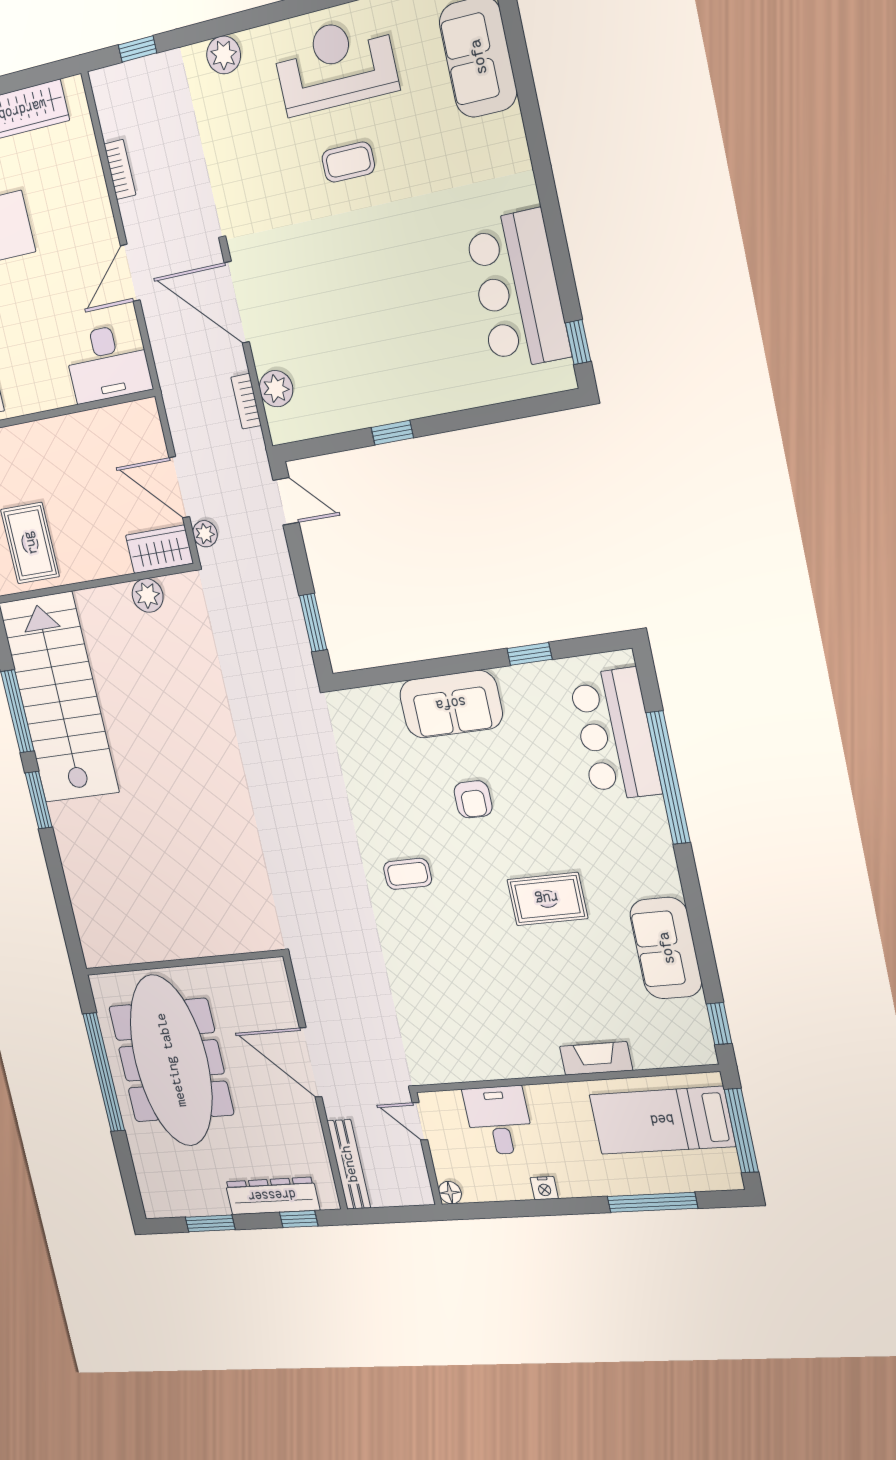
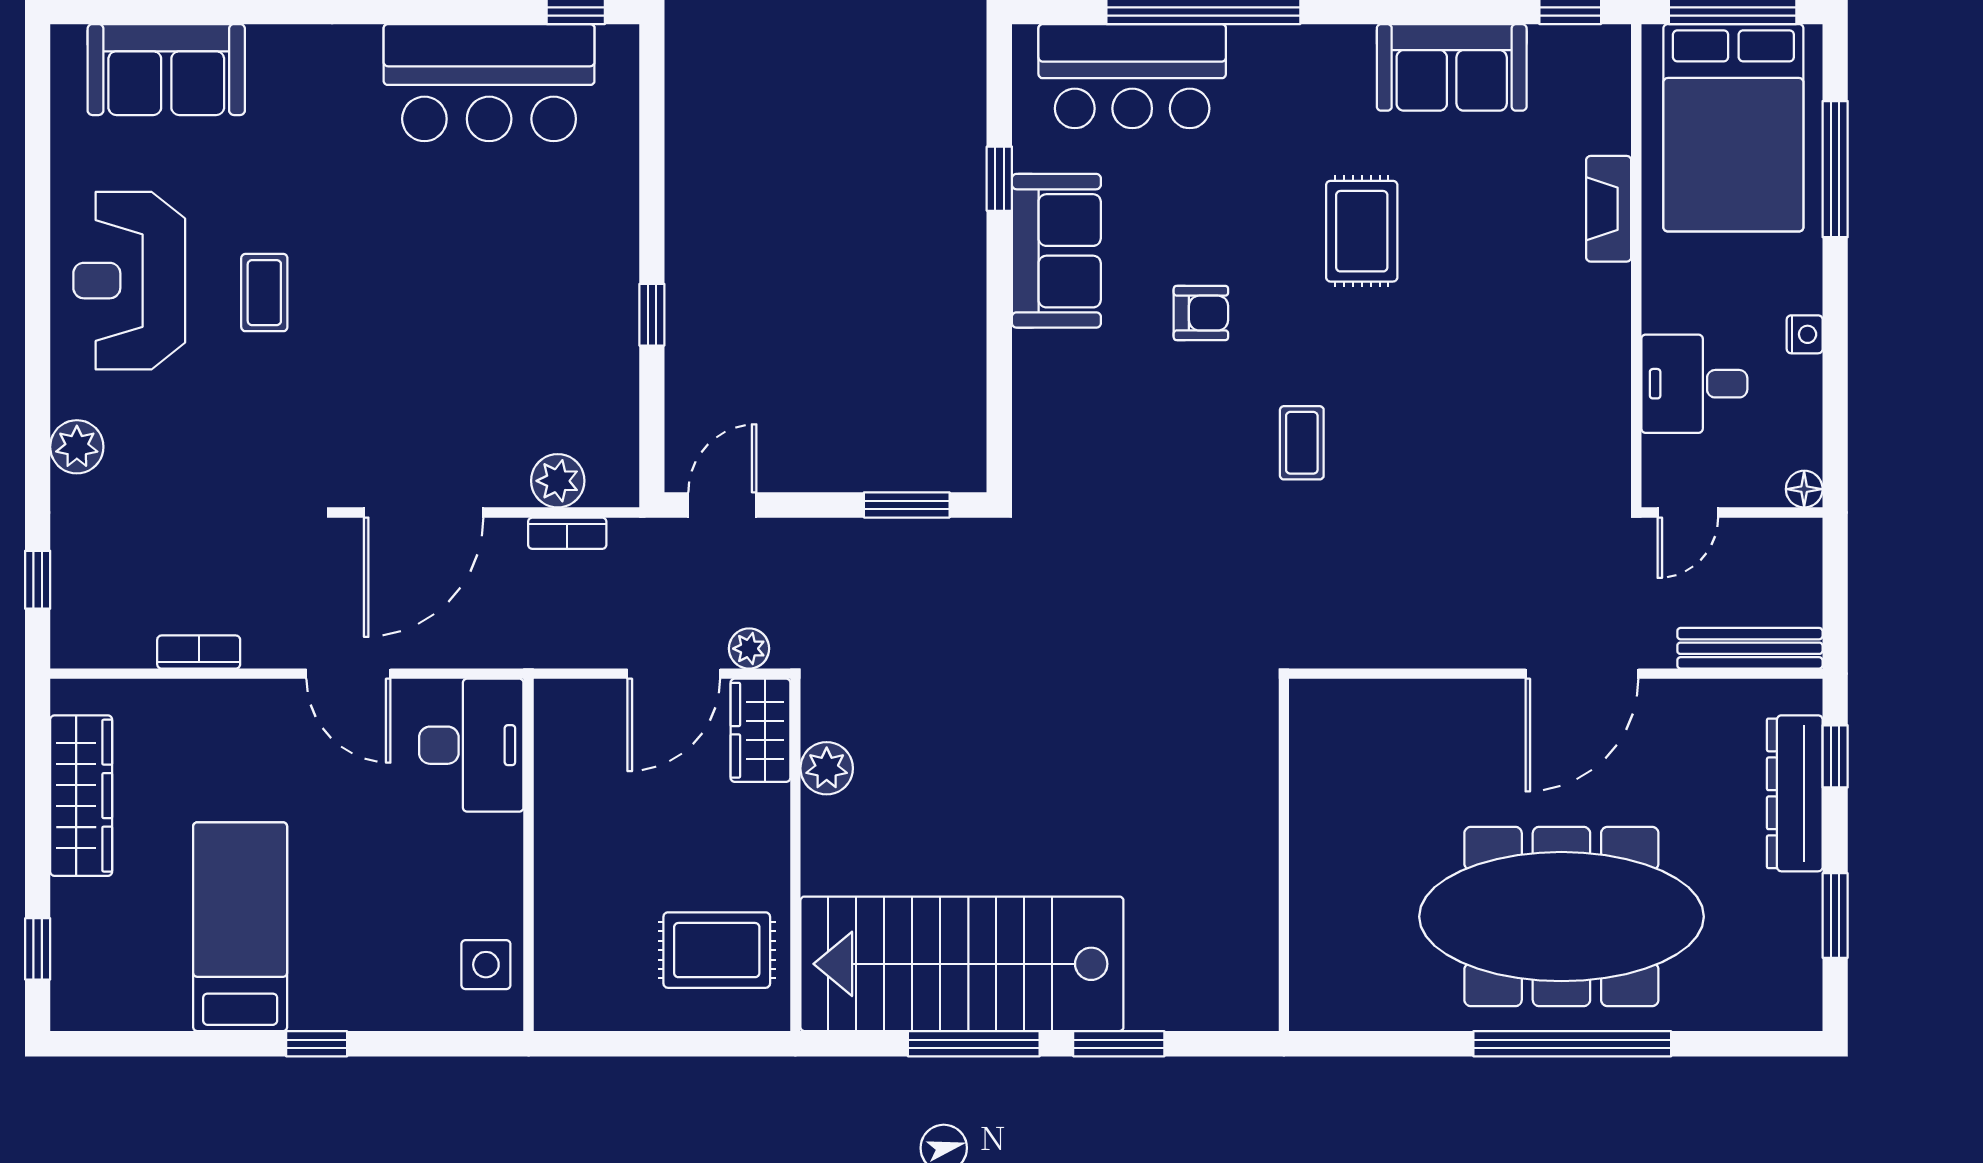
sofa: (451, 704) -> (1056, 251), moved
wall: (183, 963) -> (1284, 855), moved
bed: (662, 1120) -> (1733, 128), width x1.50

